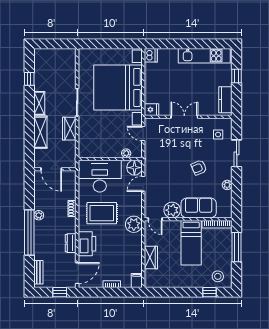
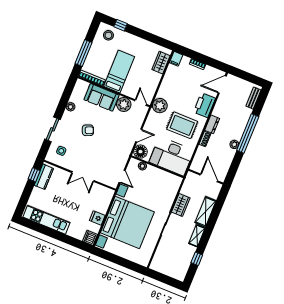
window: (237, 76) -> (34, 175), moved
fridge: (152, 110) -> (97, 218), moved
dresser: (71, 243) -> (212, 124), moved
wardrobe: (151, 257) -> (161, 63), moved
window: (60, 292) -> (243, 75), removed

